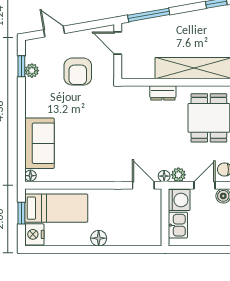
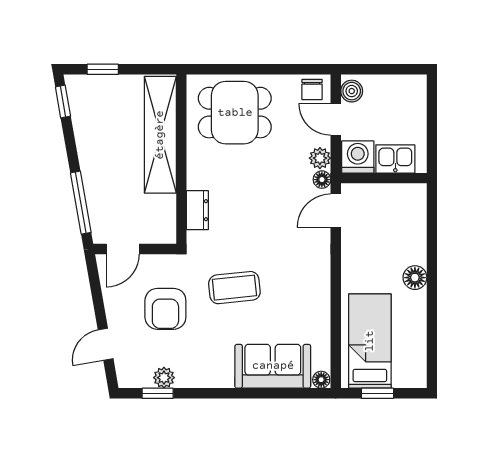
armchair: (78, 72) -> (165, 309), turned 90
dresser: (163, 93) -> (197, 210), moved
coffee table: (92, 118) -> (234, 288), added
nightstand: (34, 234) -> (409, 374), removed

